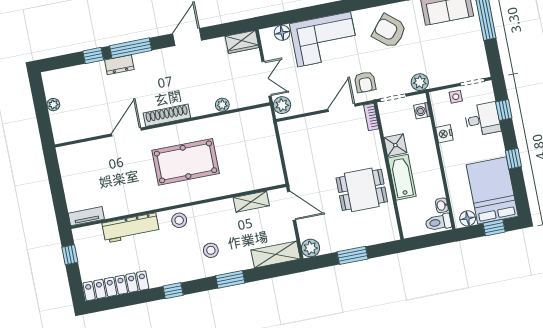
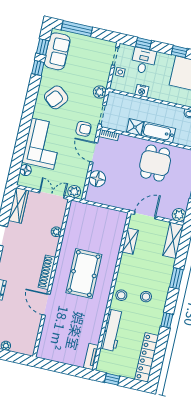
wardrobe: (242, 42) -> (19, 205), width x1.50
washing machine: (422, 111) -> (120, 99), removed
floor lamp: (311, 127) -> (97, 179), added
stool: (211, 250) -> (146, 297), moved

